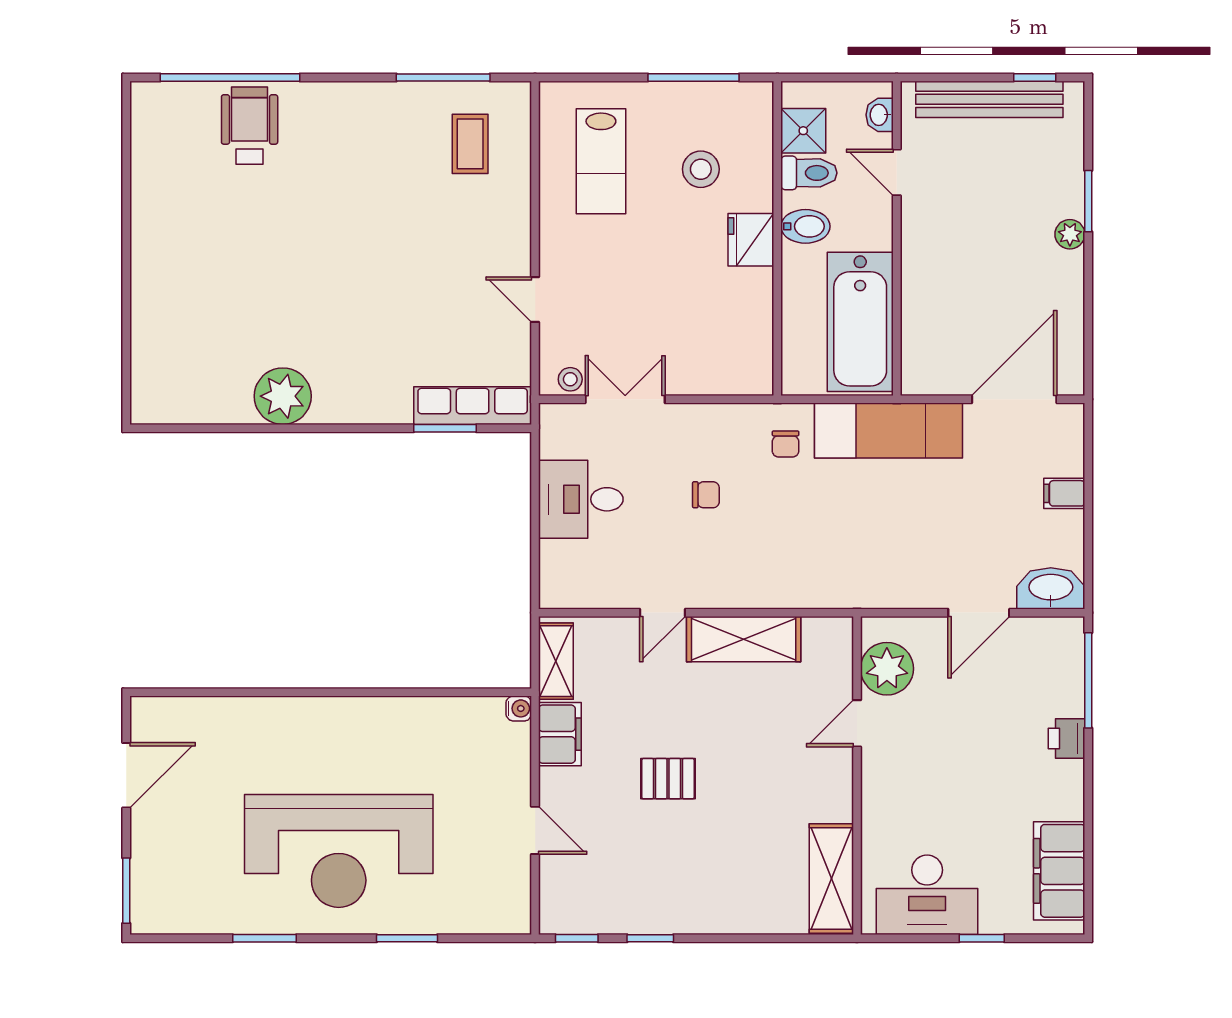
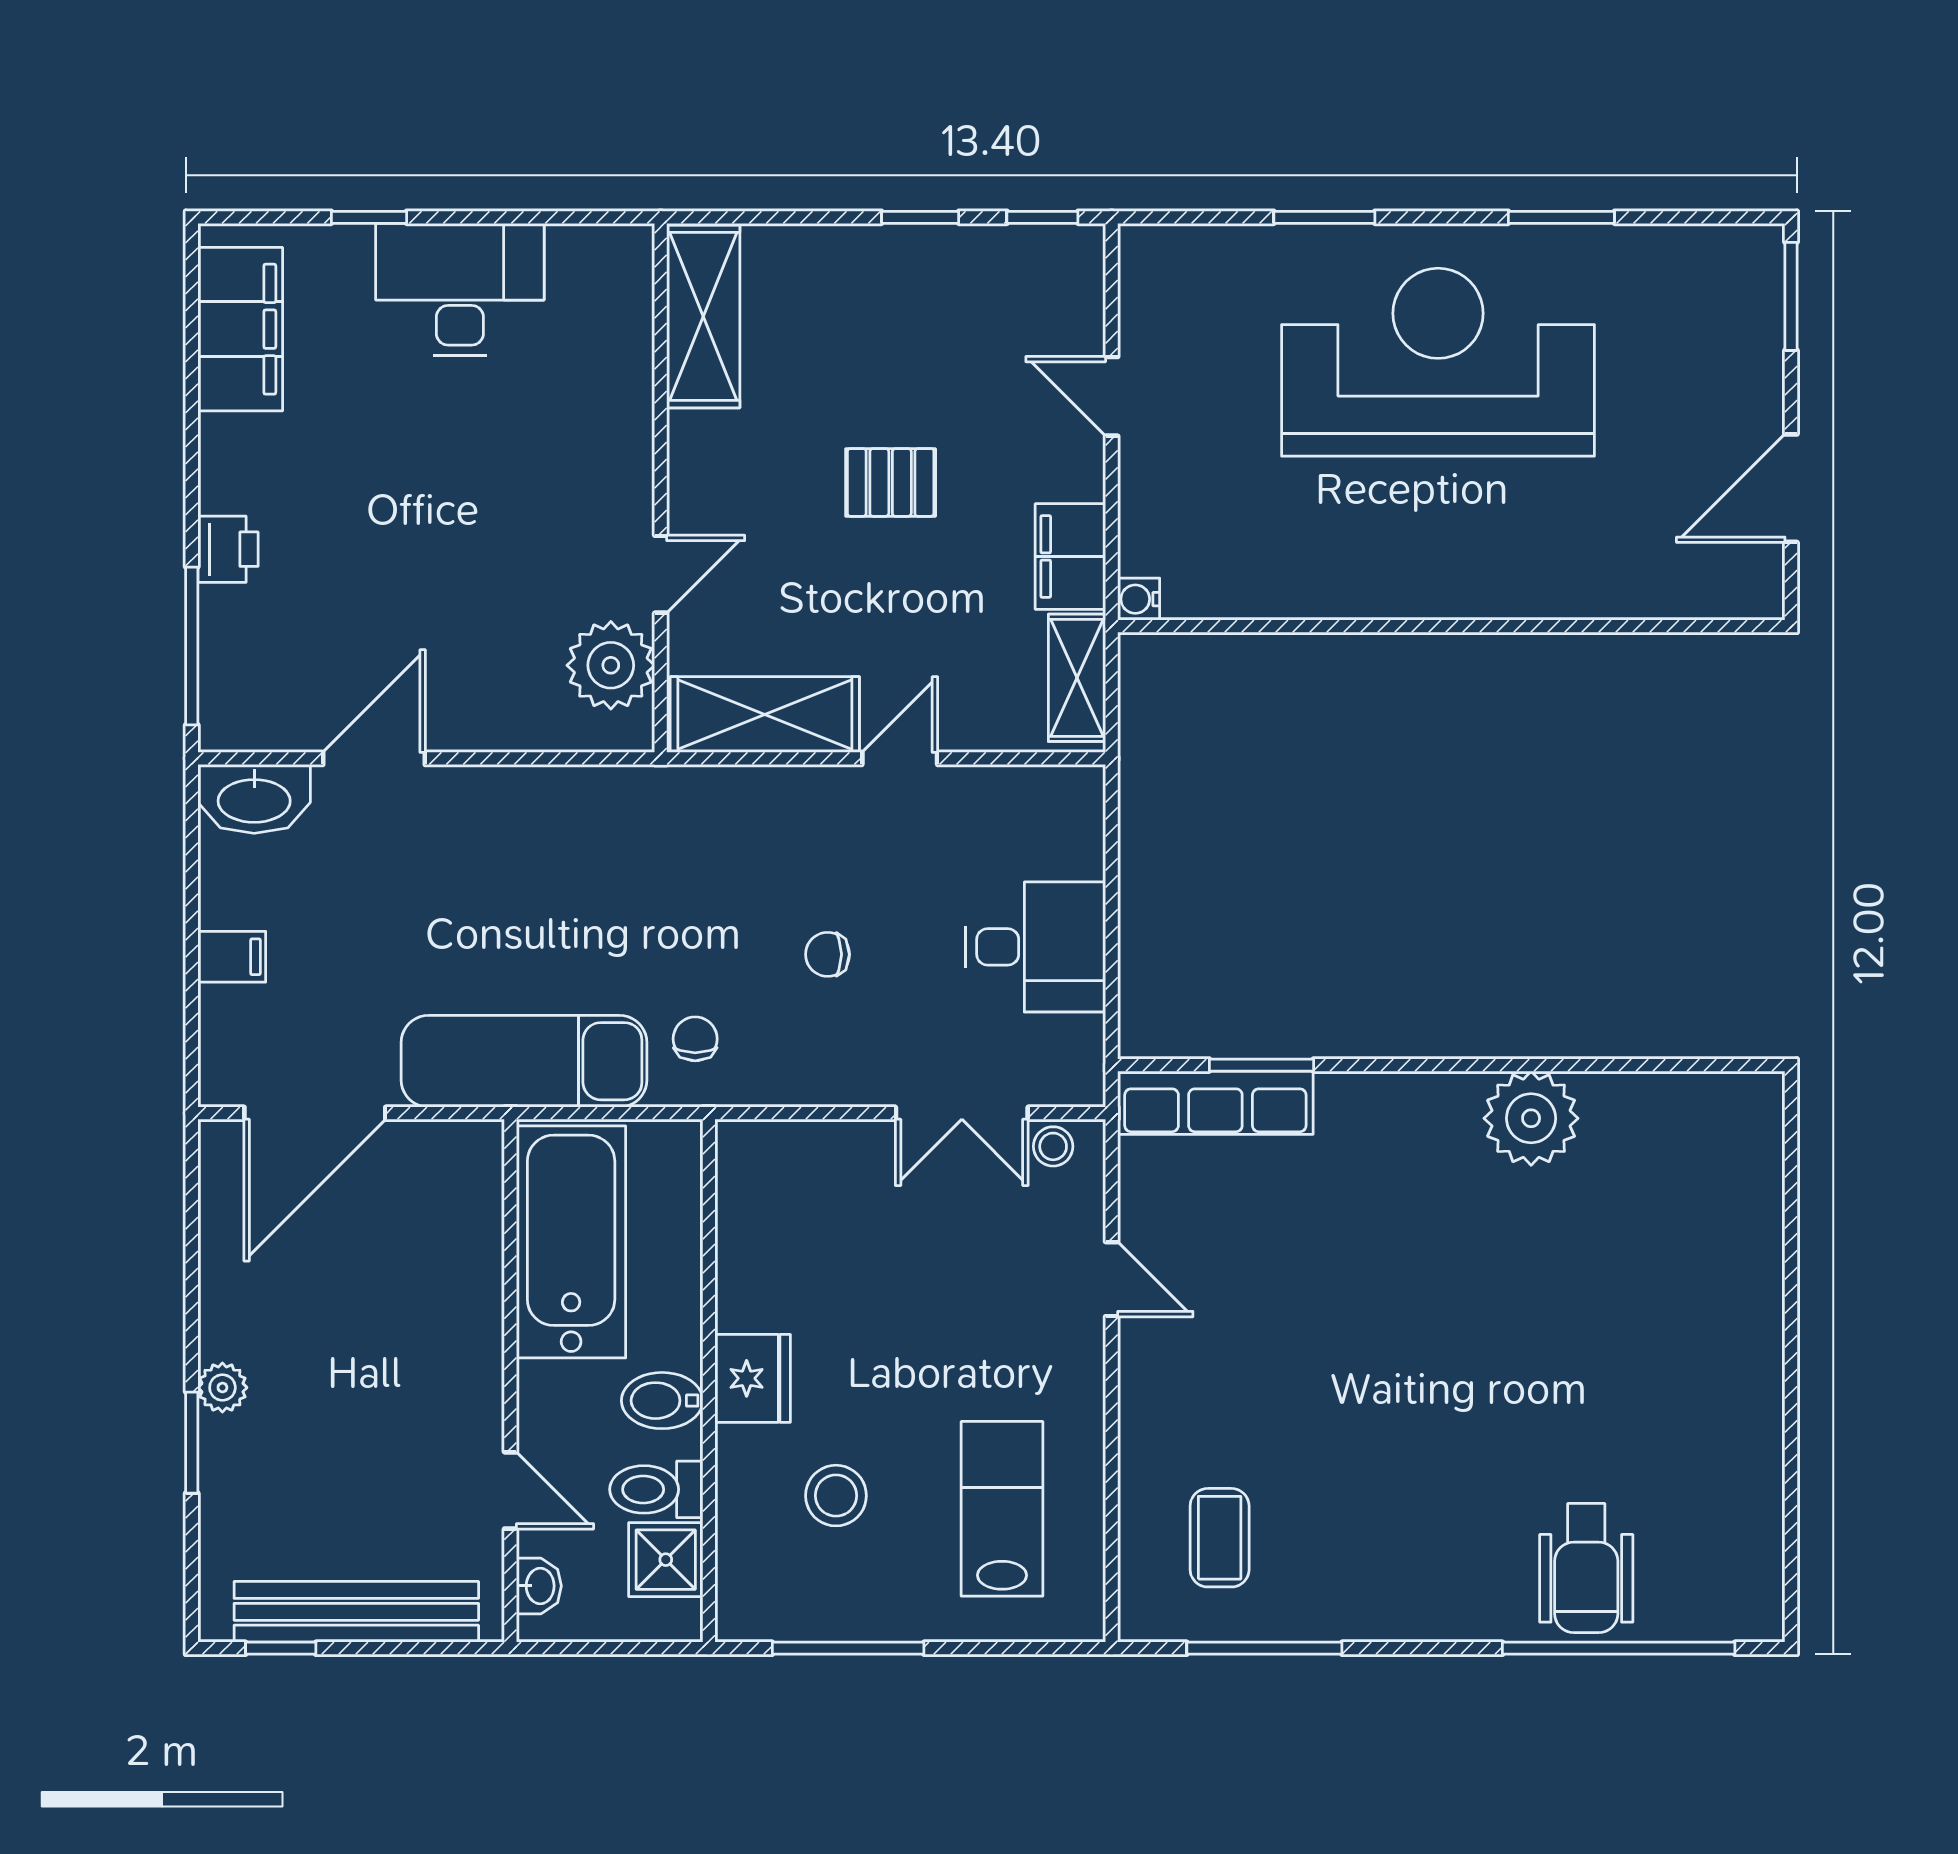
plant: (887, 669) -> (611, 665), moved
door: (857, 723) -> (661, 574), moved
wall: (857, 775) -> (661, 488), moved
shelving: (831, 879) -> (703, 316), moved

